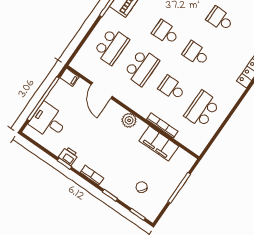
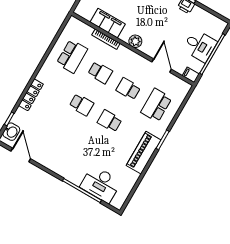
school desk: (220, 19) -> (63, 137), removed
school desk: (166, 33) -> (110, 121), turned 180
school desk: (142, 67) -> (128, 89), width x0.54
desk: (48, 121) -> (200, 46), moved

